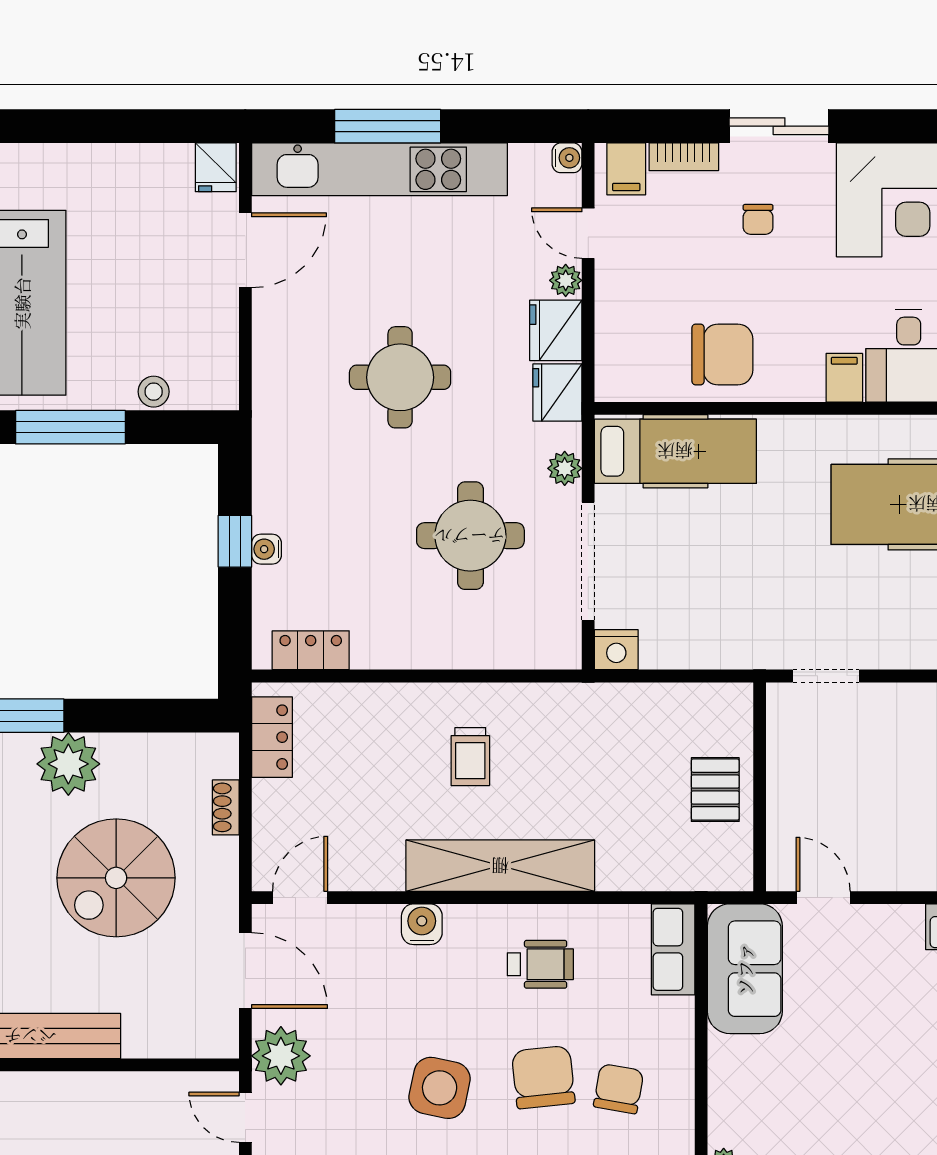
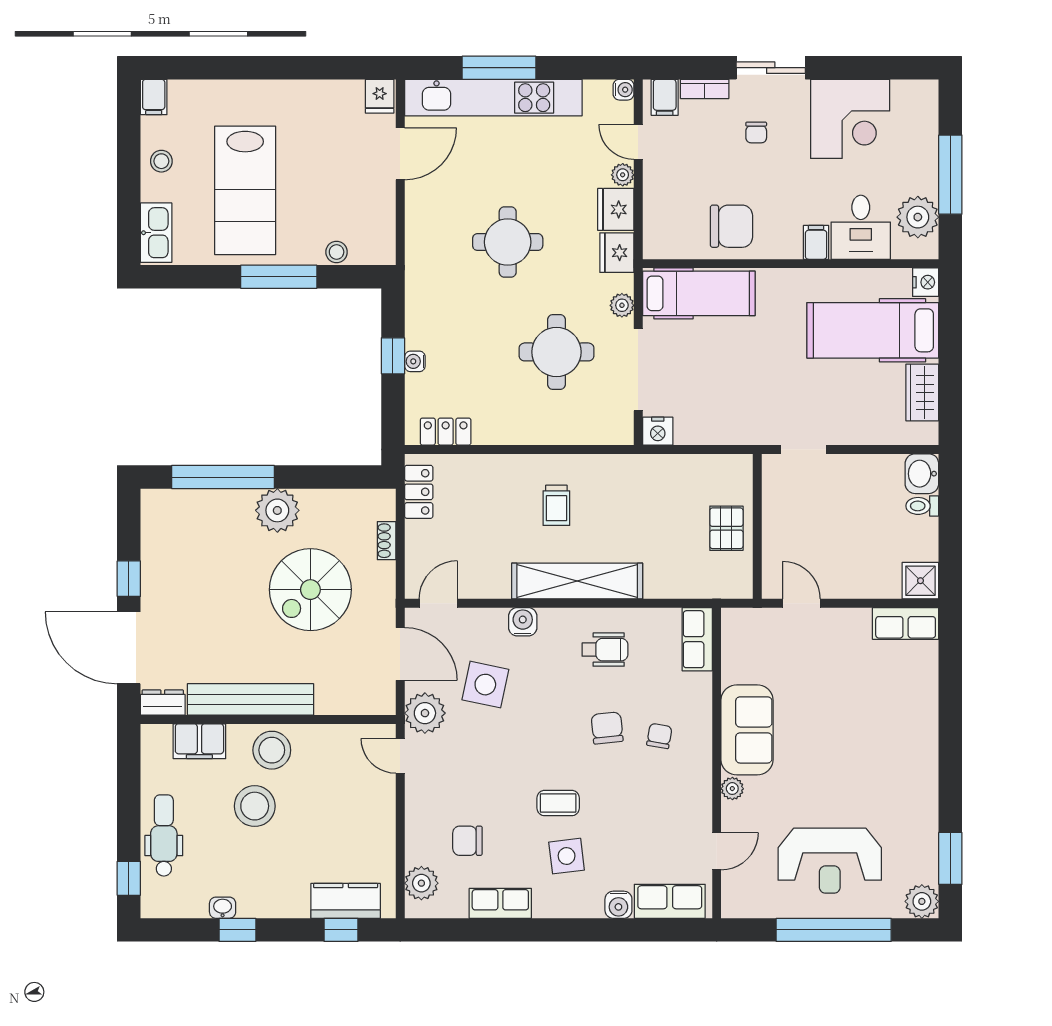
sofa: (745, 969) -> (747, 730), moved
chair: (543, 1077) -> (607, 728), width x0.73, depth x0.73
side table: (440, 1088) -> (485, 685), moved
chair: (619, 1089) -> (659, 736), width x0.73, depth x0.73
stool: (60, 1109) -> (272, 750), added

